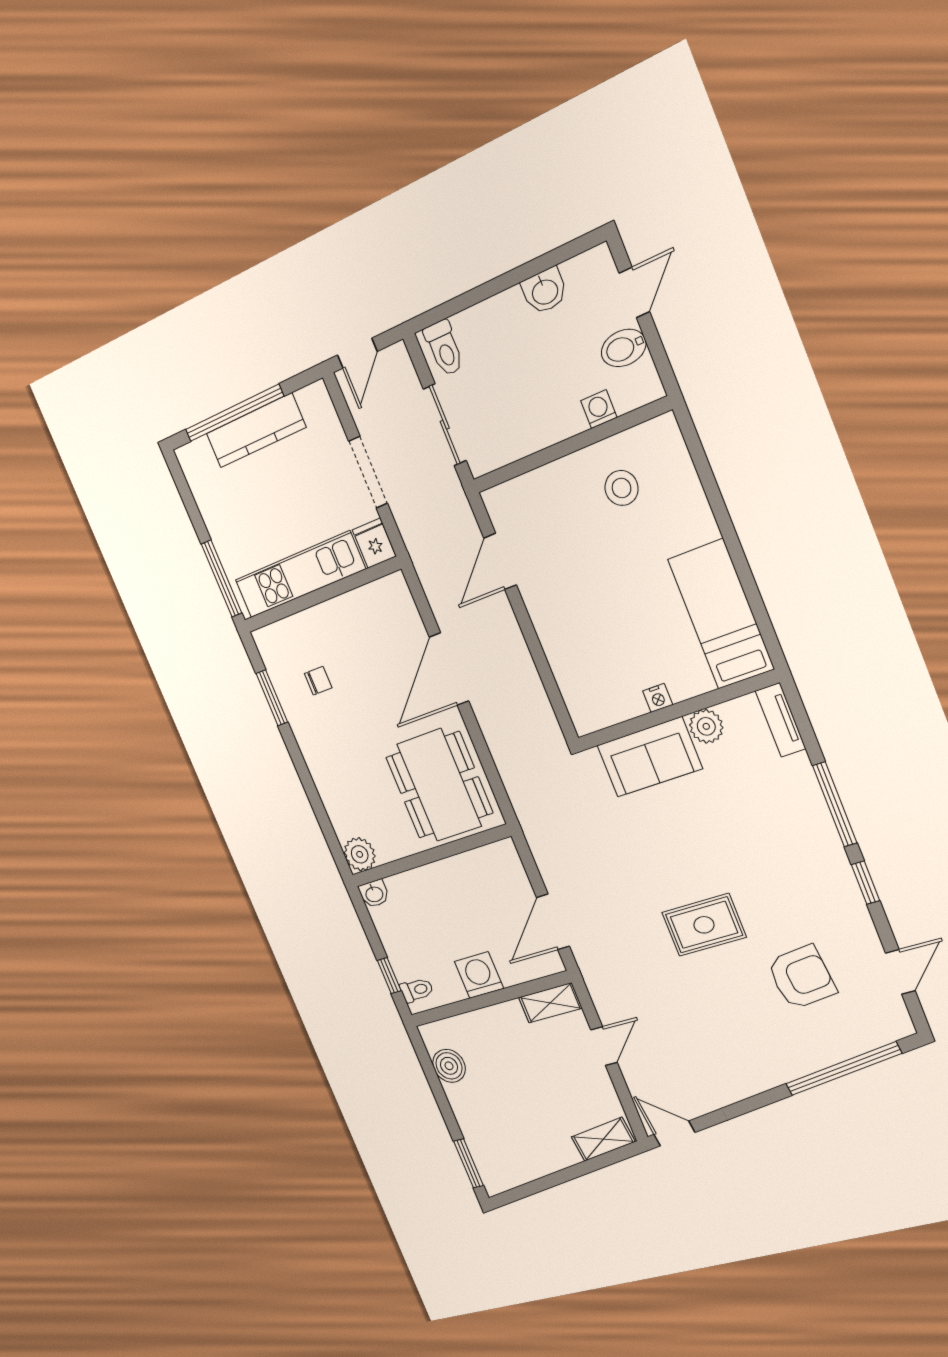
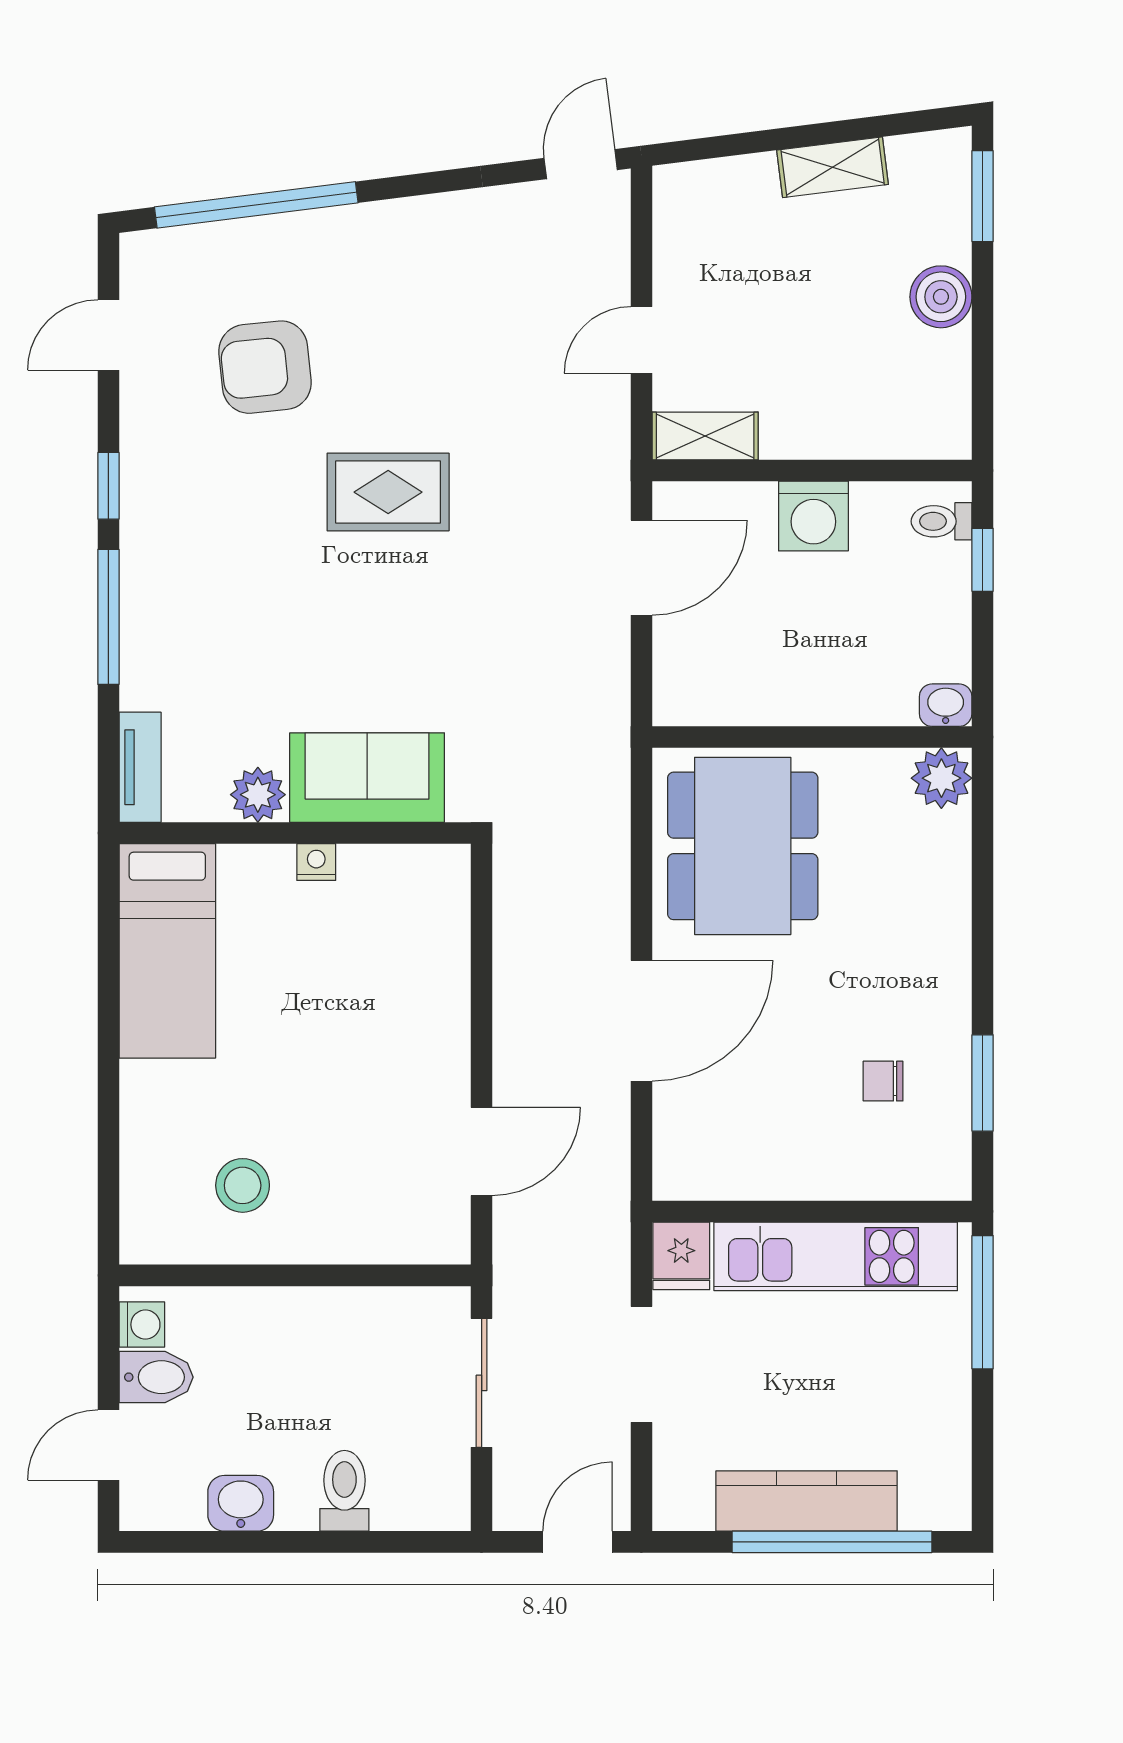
toilet: (444, 348) -> (344, 1491), moved
washing machine: (599, 409) -> (142, 1325), moved, turned -90
boiler: (449, 1066) -> (941, 297), moved
door: (674, 1133) -> (581, 164), swing flipped
shelving: (603, 1139) -> (833, 167), moved

